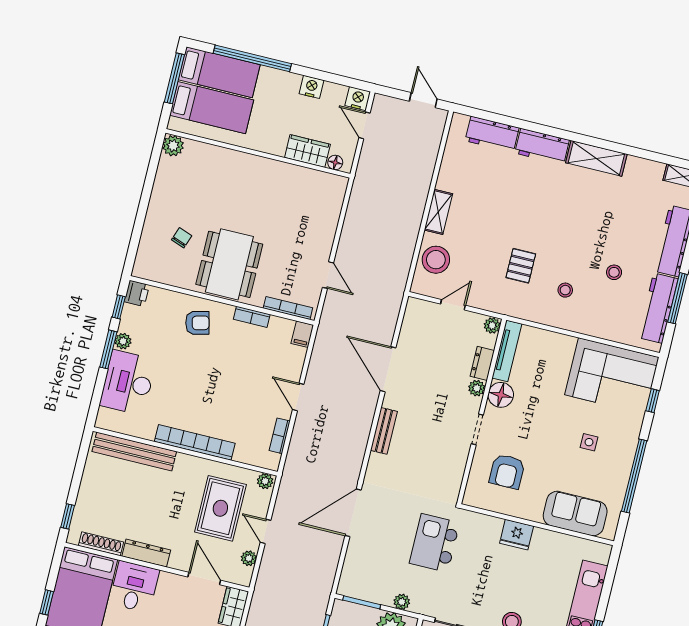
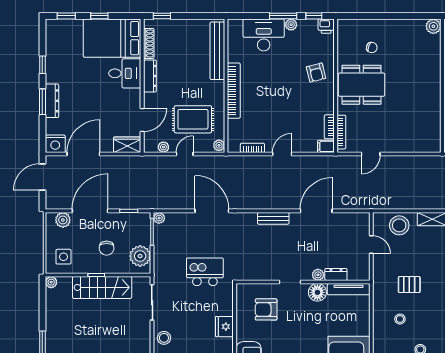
bookcase: (252, 317) -> (329, 127), moved
plant: (492, 326) -> (363, 275), removed
plant: (402, 602) -> (159, 218), moved

